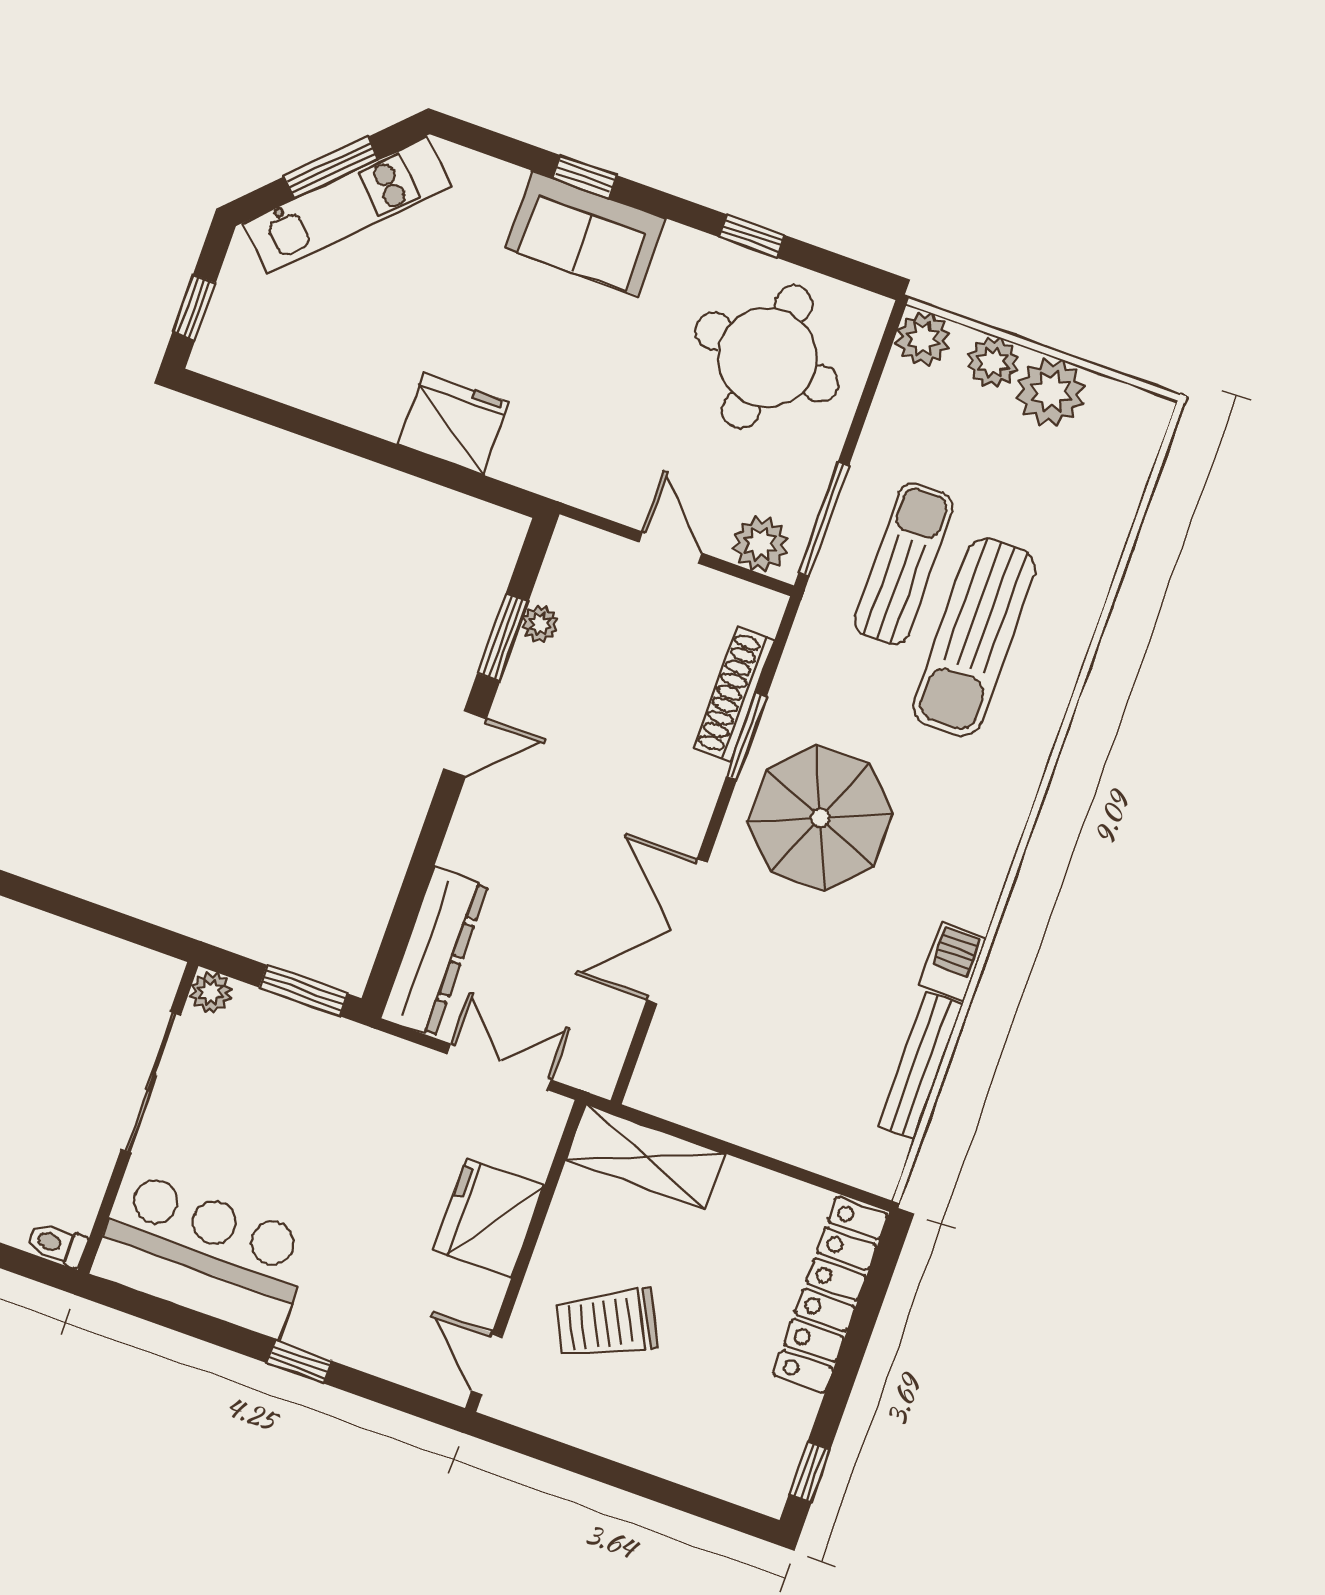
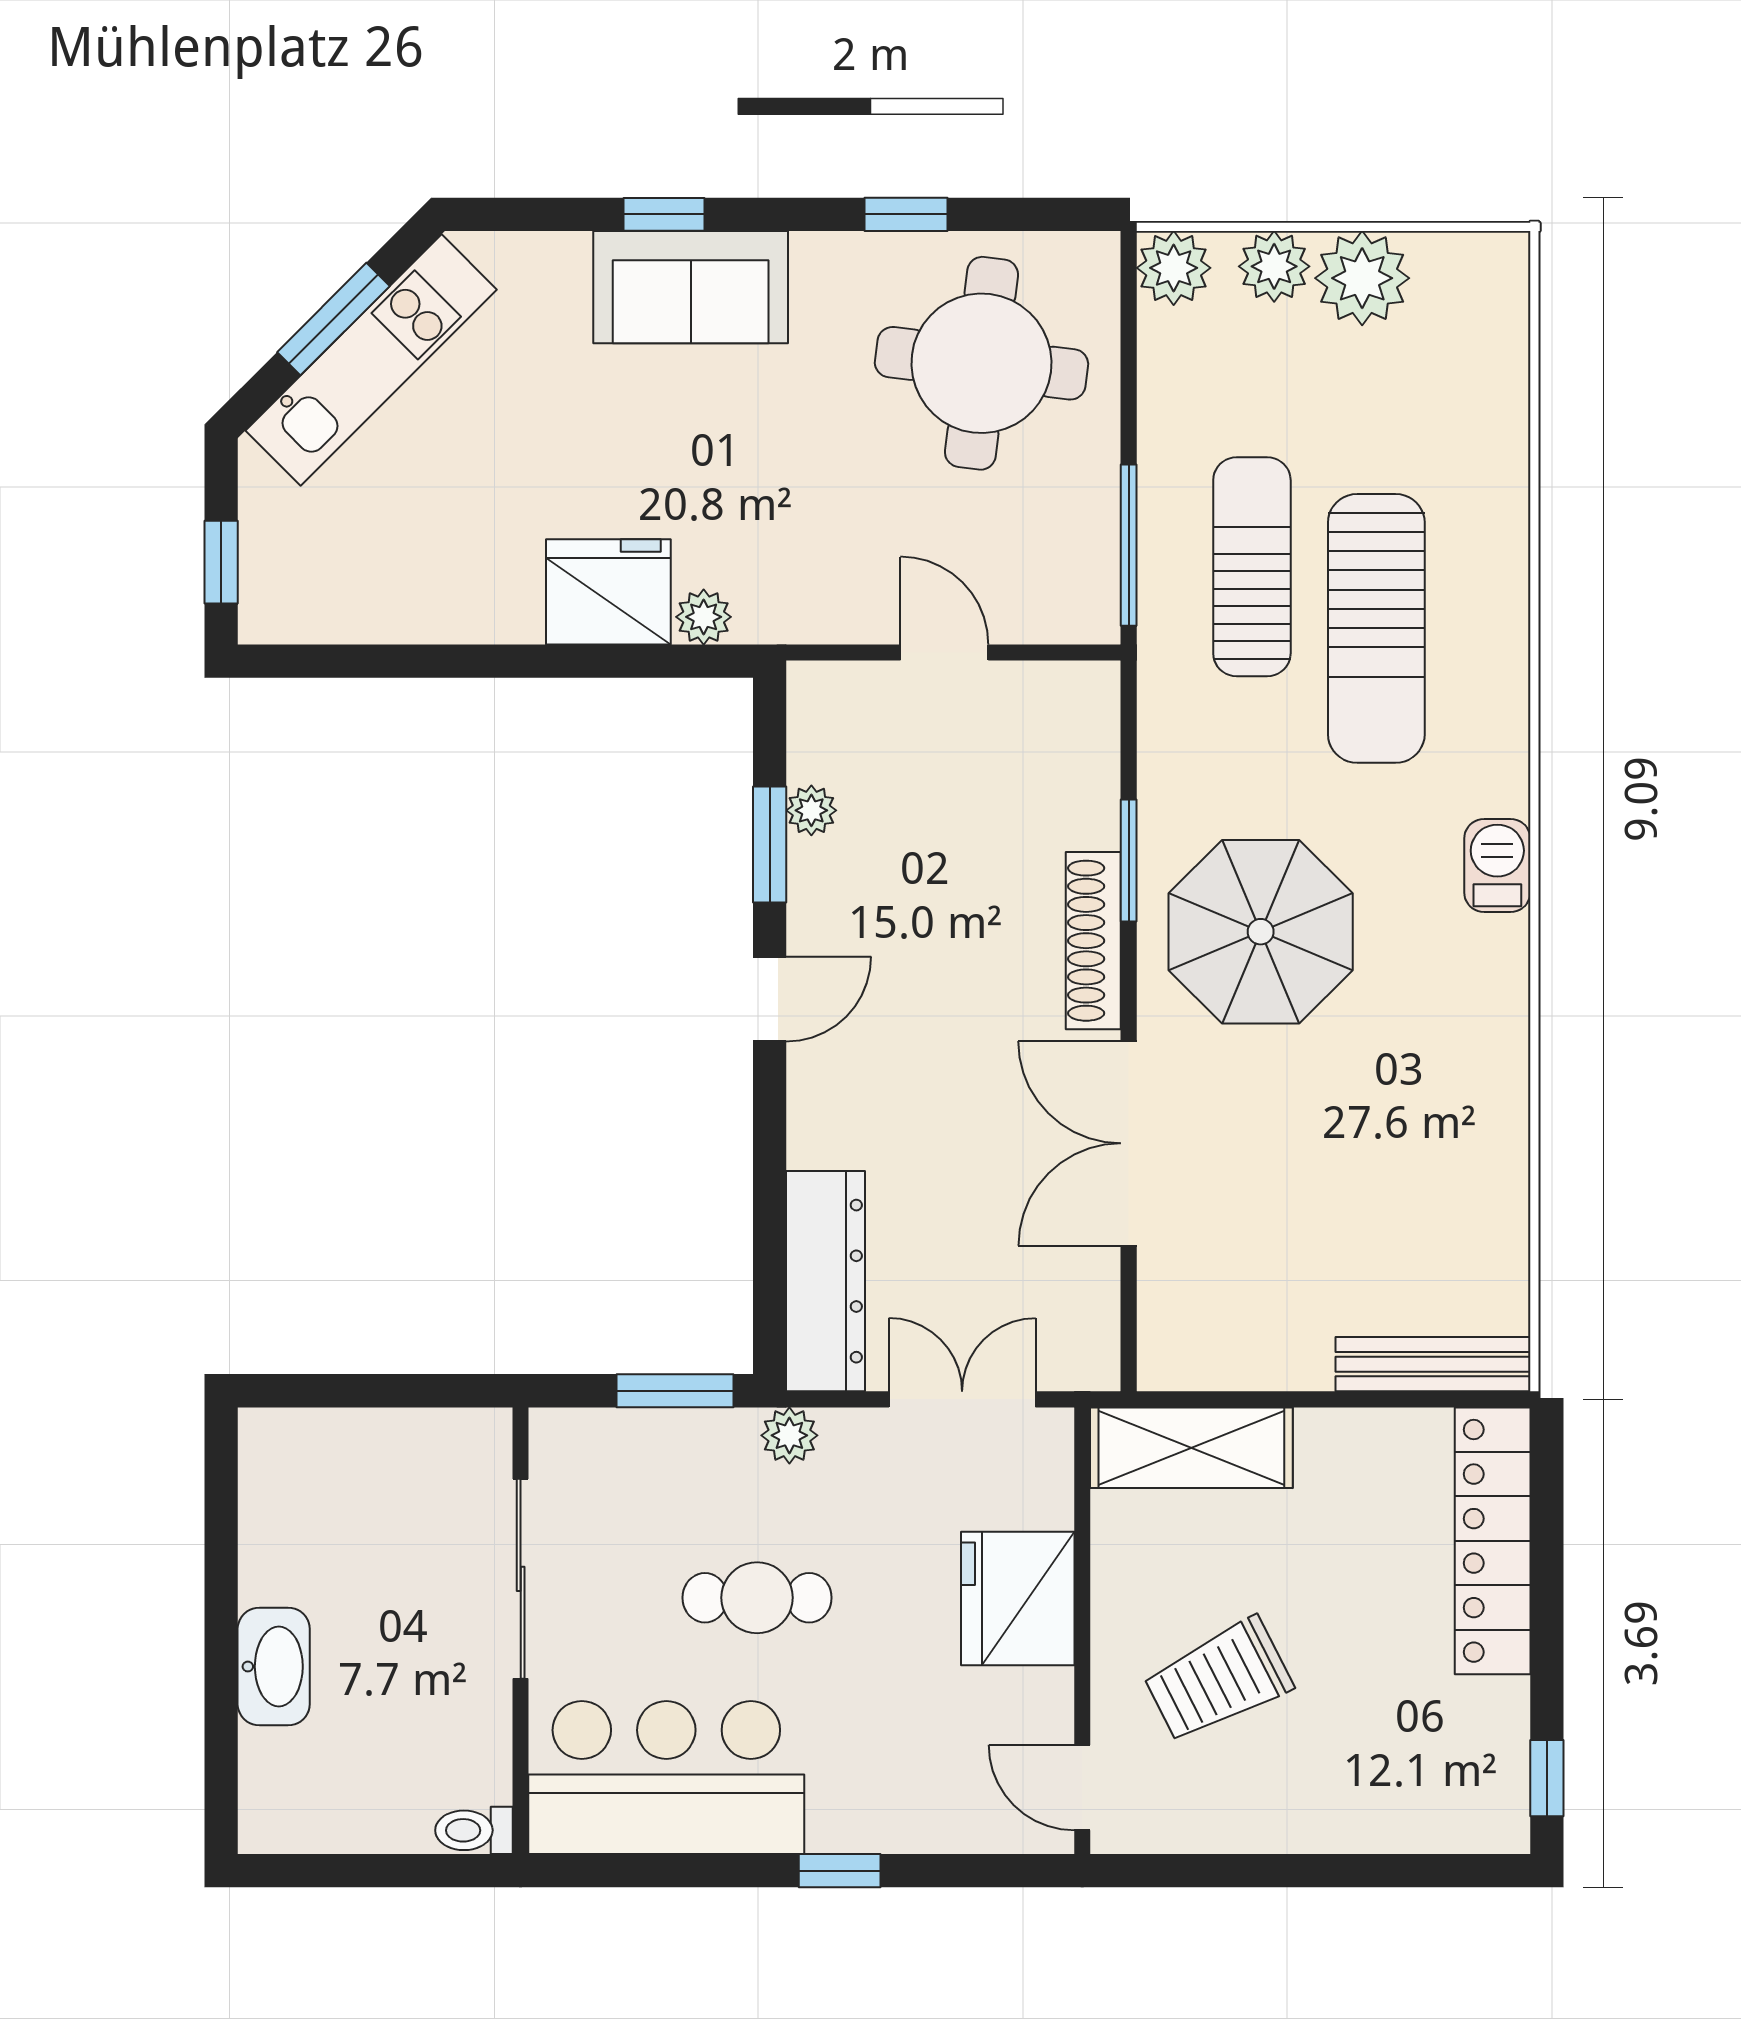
plant: (760, 544) -> (704, 617), moved, width x0.73, depth x0.73
shoe rack: (734, 694) -> (1093, 941), moved
barbecue: (953, 961) -> (1497, 865), moved
plant: (211, 992) -> (789, 1435), moved
bench: (920, 1066) -> (1433, 1364), moved, turned 90
cafe table: (309, 1153) -> (757, 1598), added

